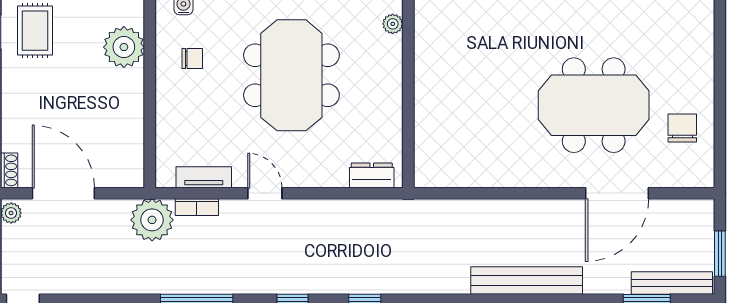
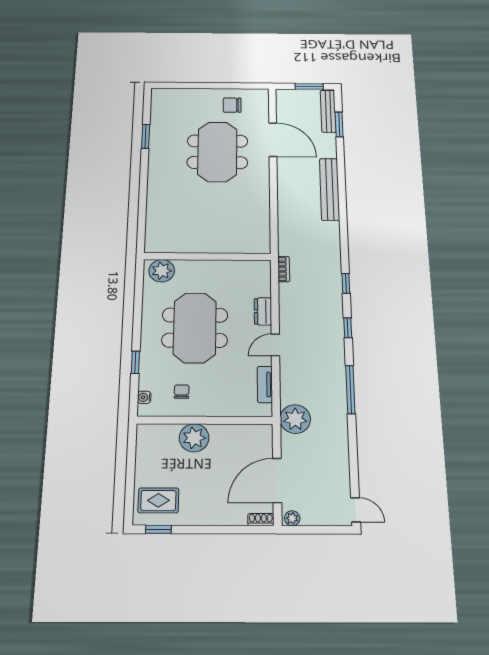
plant: (393, 24) -> (162, 271), width x1.88, depth x1.88
plant: (124, 47) -> (194, 438), moved
meeting table: (291, 75) -> (195, 328), turned 90
dresser: (372, 175) -> (263, 311), moved
bookcase: (197, 207) -> (284, 269), moved

